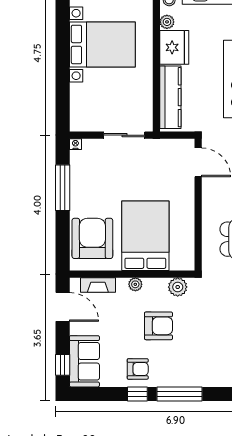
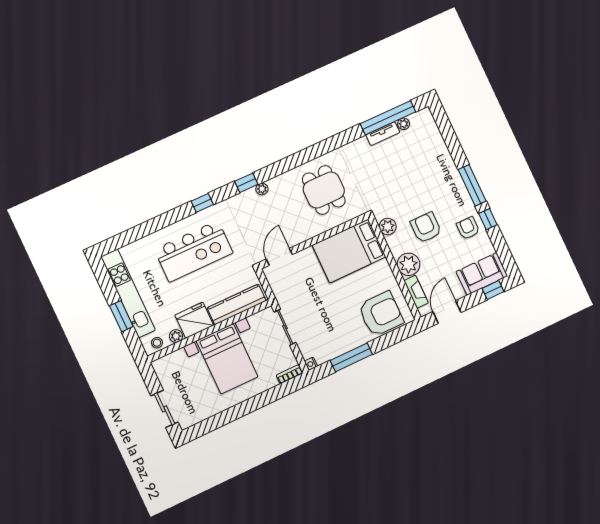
bed with nightstands: (102, 44) -> (227, 359), moved, turned 180
bookcase: (75, 118) -> (290, 374), added
bed: (145, 236) -> (349, 251), moved
armchair: (92, 238) -> (381, 314), turned 180
plant: (135, 284) -> (408, 264), width x1.88, depth x1.88

